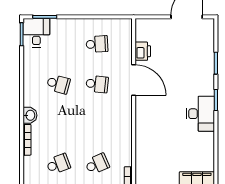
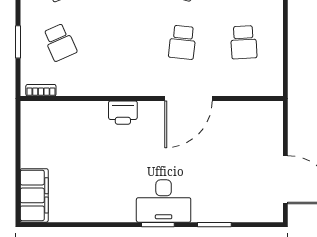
printer: (143, 51) -> (123, 113), moved
desk: (201, 114) -> (164, 201), moved

